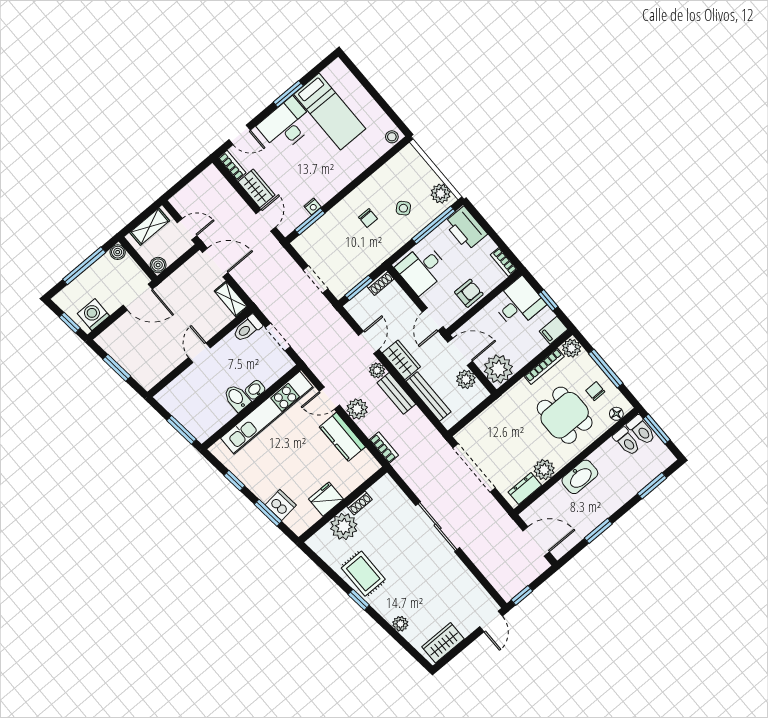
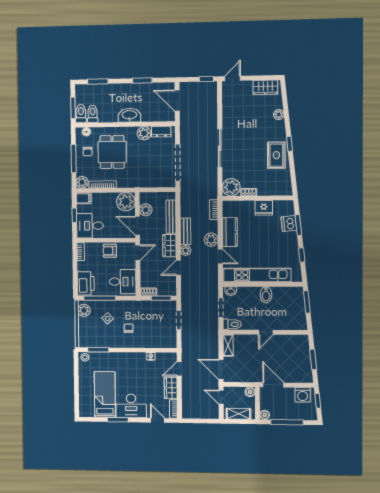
window: (310, 221) -> (98, 350), moved
washbasin: (255, 390) -> (231, 291), moved
plant: (344, 526) -> (231, 187), moved

